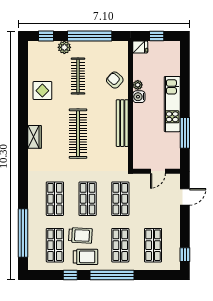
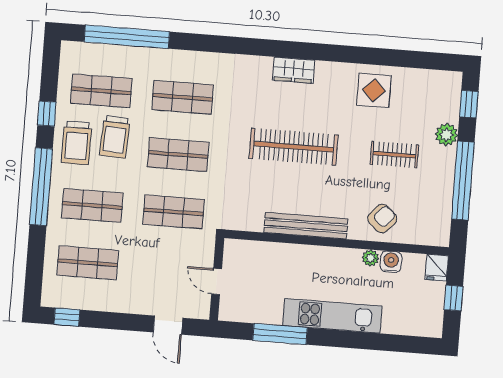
clothes rail: (78, 76) -> (394, 155), width x0.73
water cooler: (139, 97) -> (391, 262), moved

